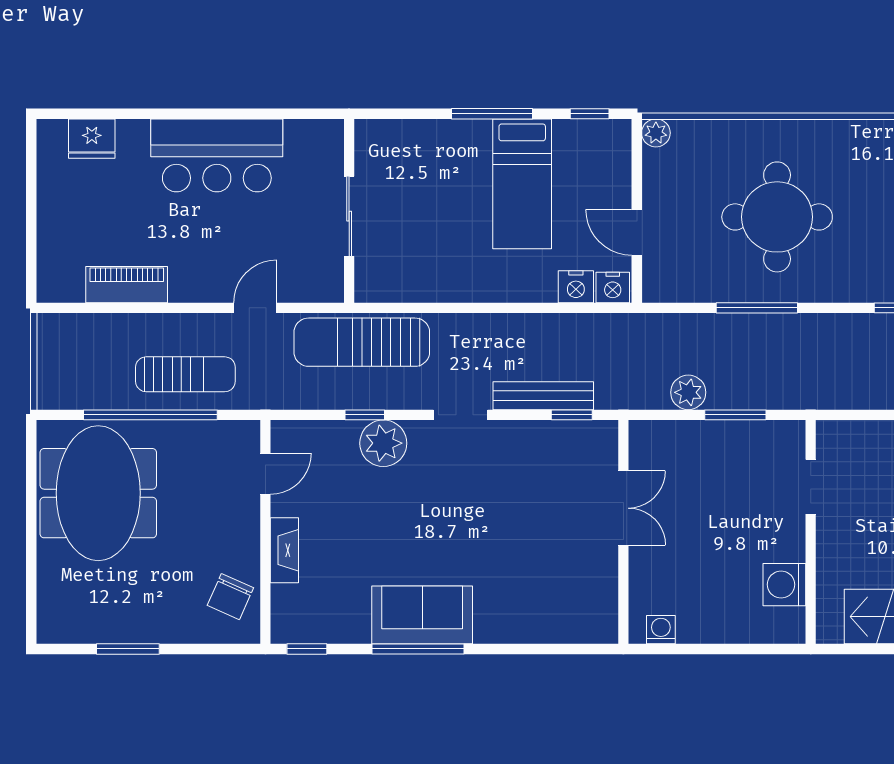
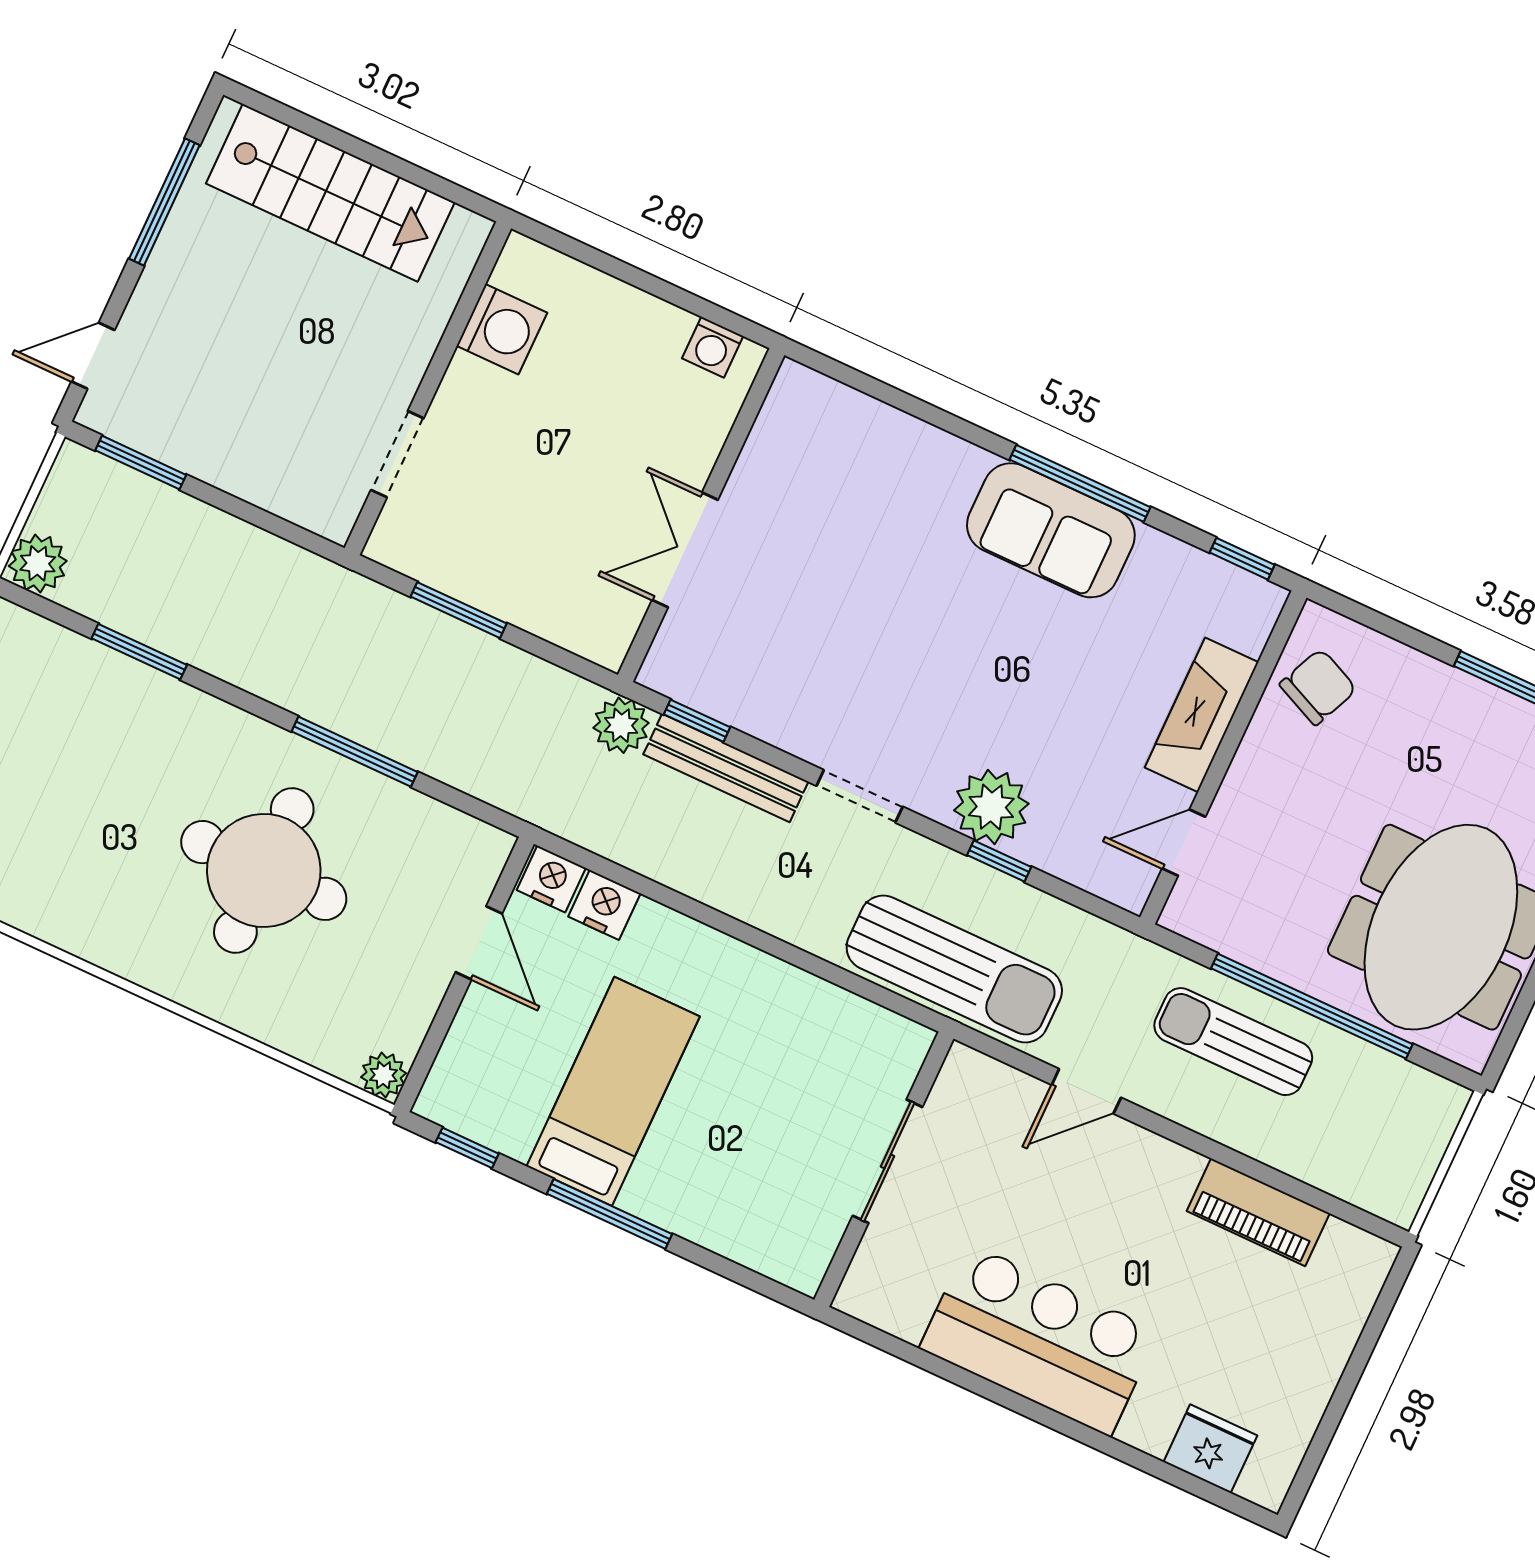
plant: (688, 392) -> (621, 725), moved
fireplace: (284, 550) -> (1202, 715), width x1.37, depth x1.32

